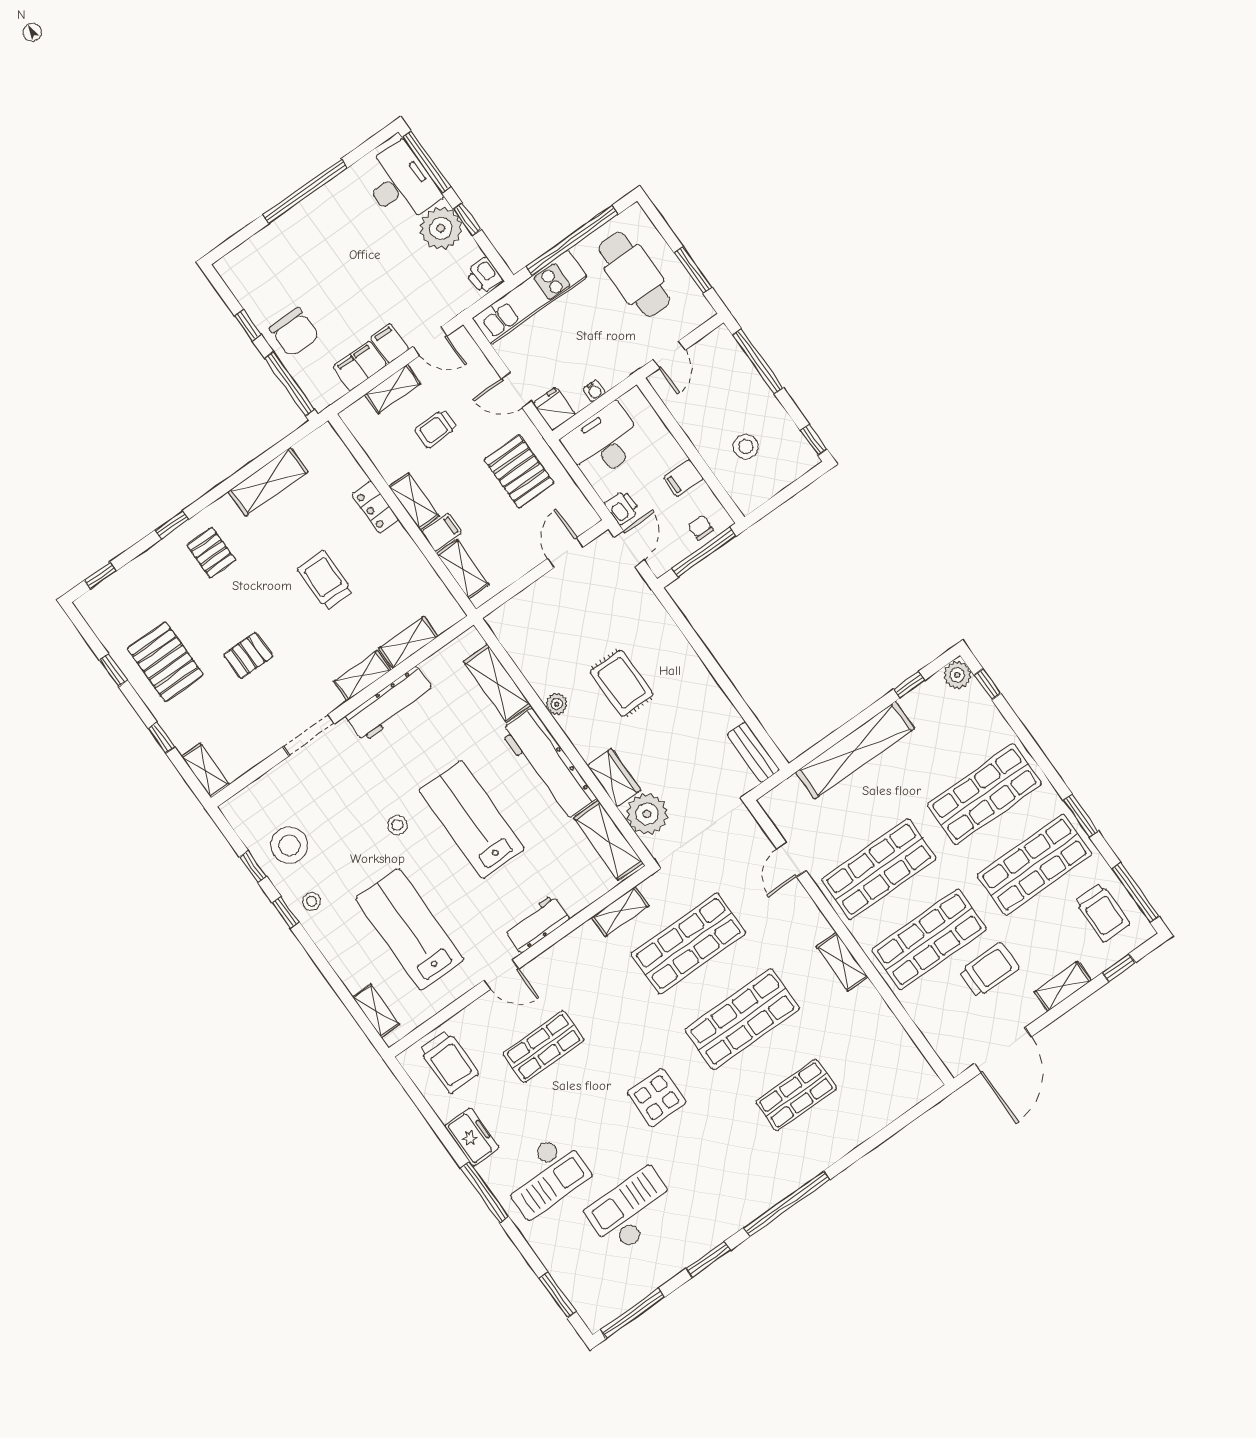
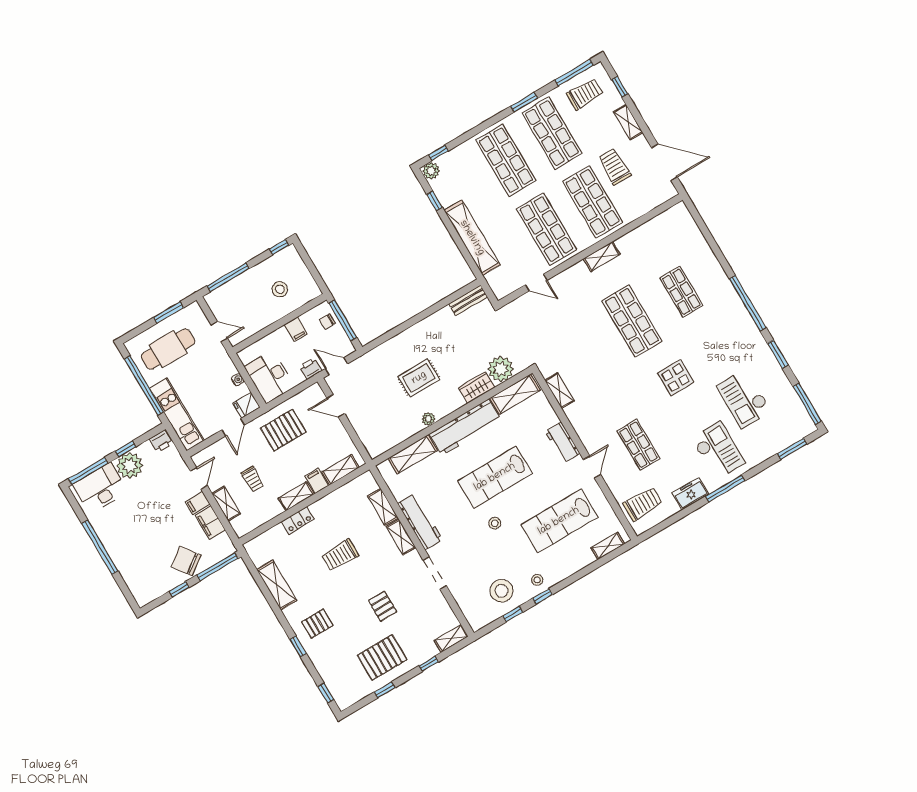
chair: (294, 332) -> (186, 561), turned -126
shop shelf: (688, 944) -> (583, 350), removed

